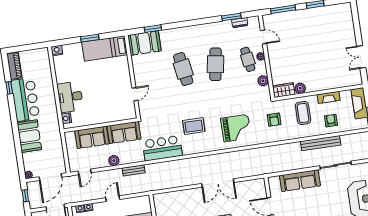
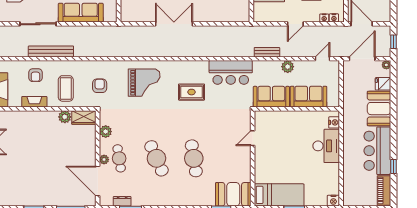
door: (263, 37) -> (98, 181), width x1.87
cafe table: (216, 64) -> (156, 158), turned -33
grand piano: (236, 128) -> (144, 83), turned 180
fridge: (29, 158) -> (383, 84), added

